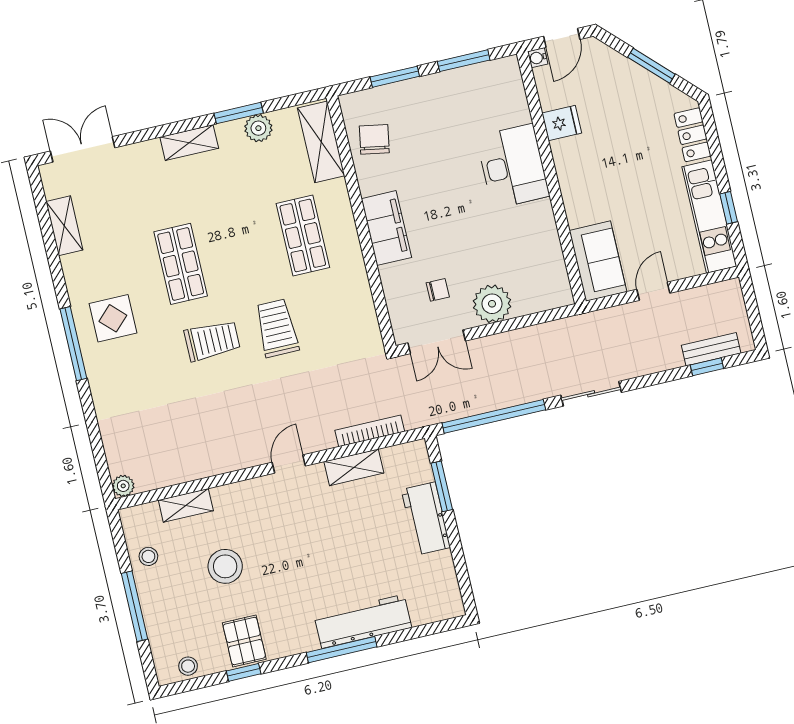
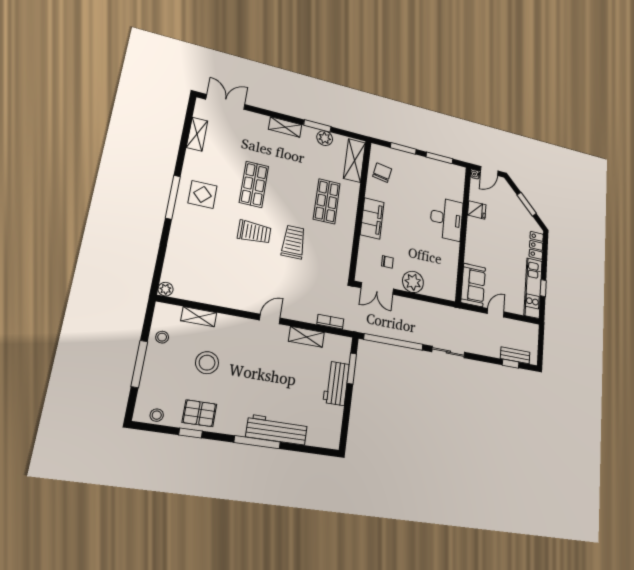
bookcase: (370, 431) -> (330, 322), width x0.64
pallet: (244, 641) -> (199, 413), turned 90

